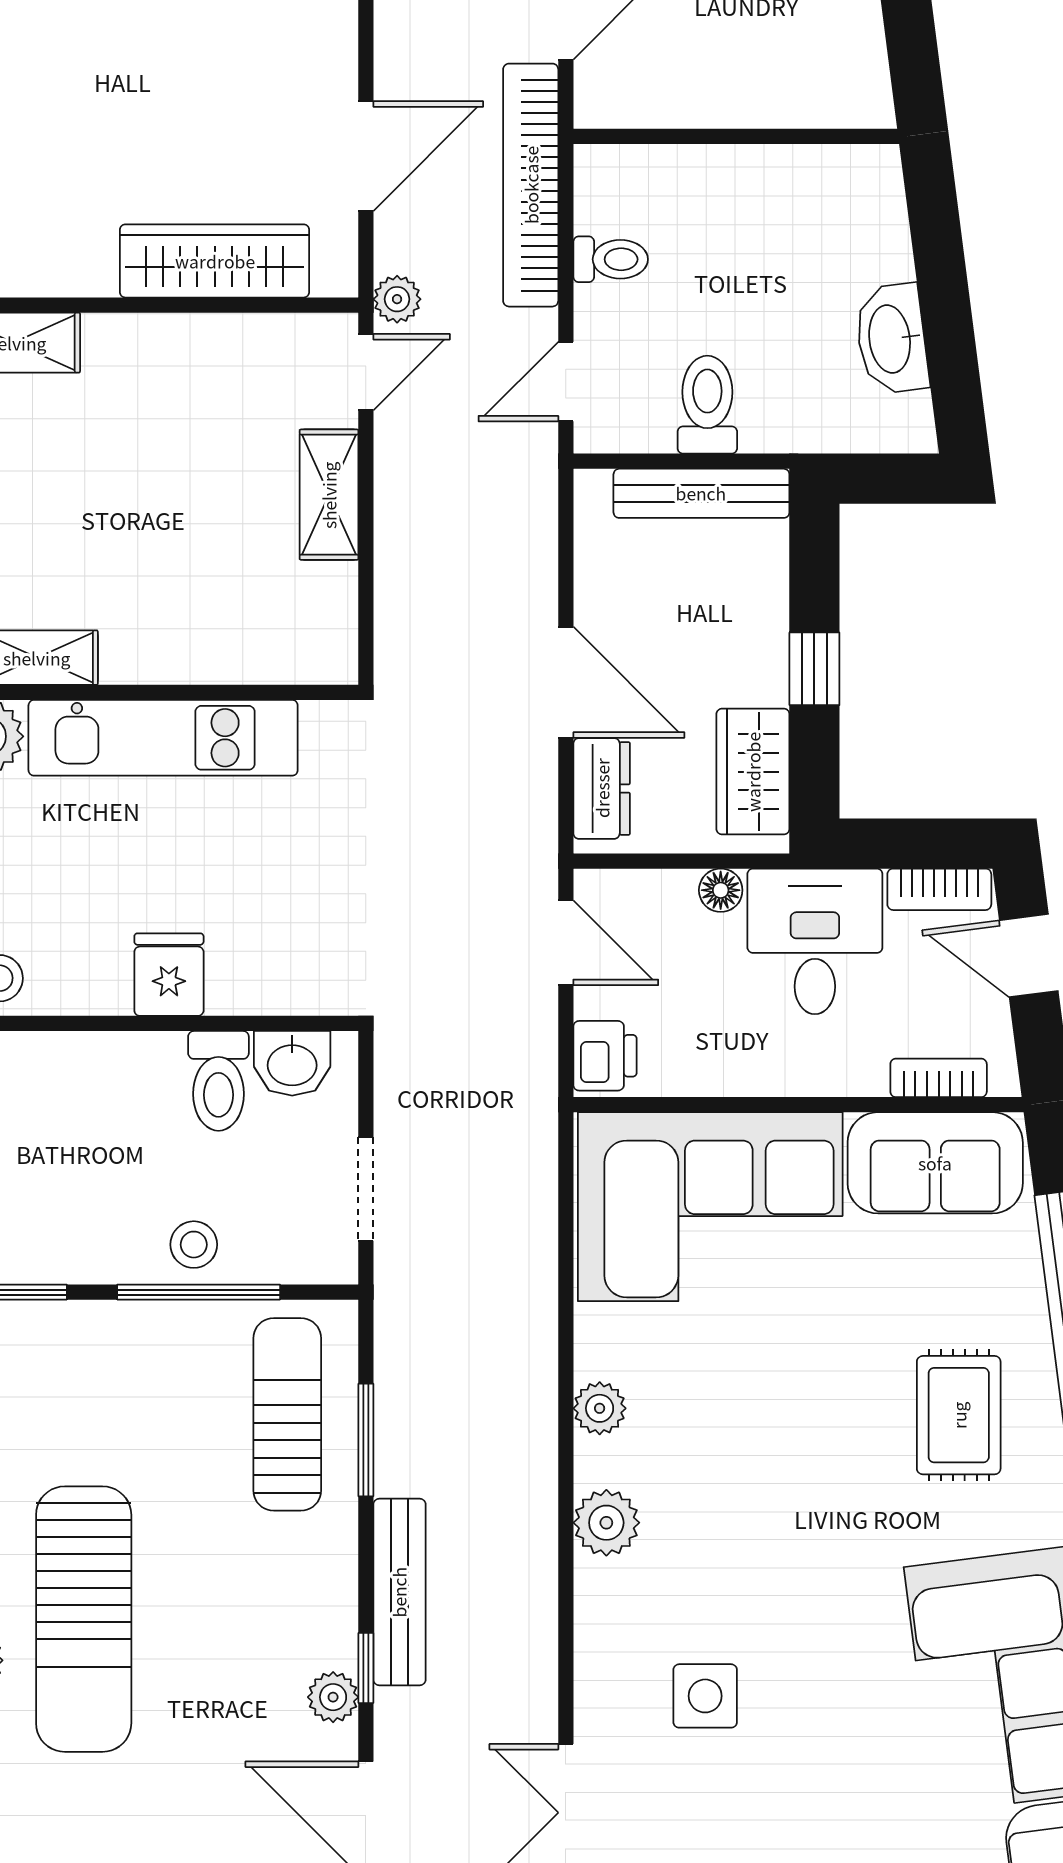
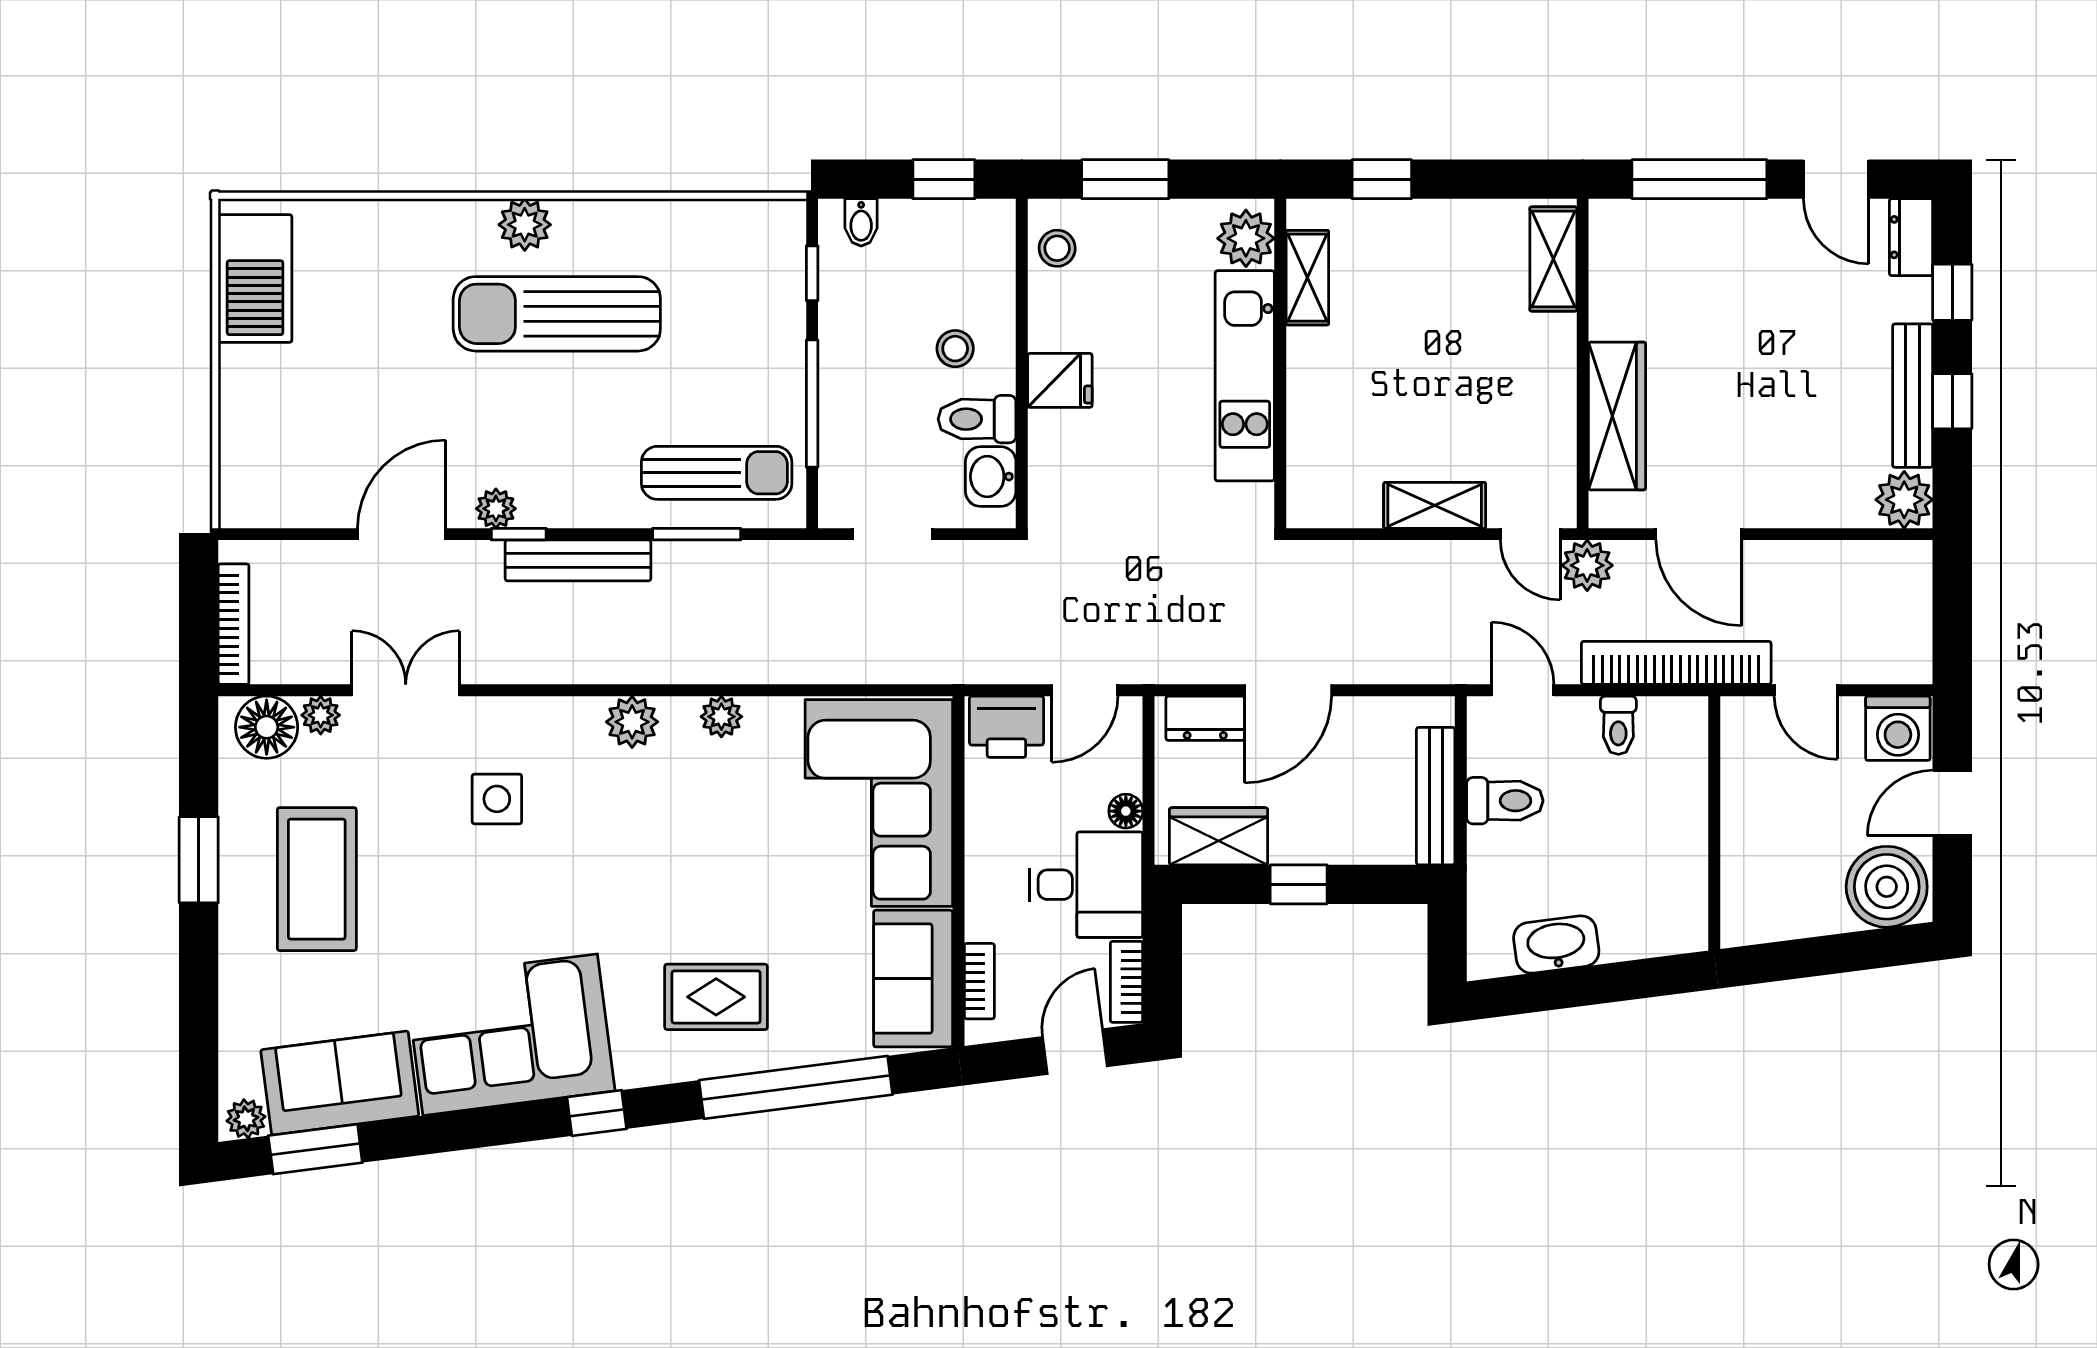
plant: (397, 299) -> (1587, 565), width x1.38, depth x1.38
printer: (605, 1056) -> (1006, 727), width x1.36, depth x1.24
stool: (194, 1245) -> (955, 349), moved

